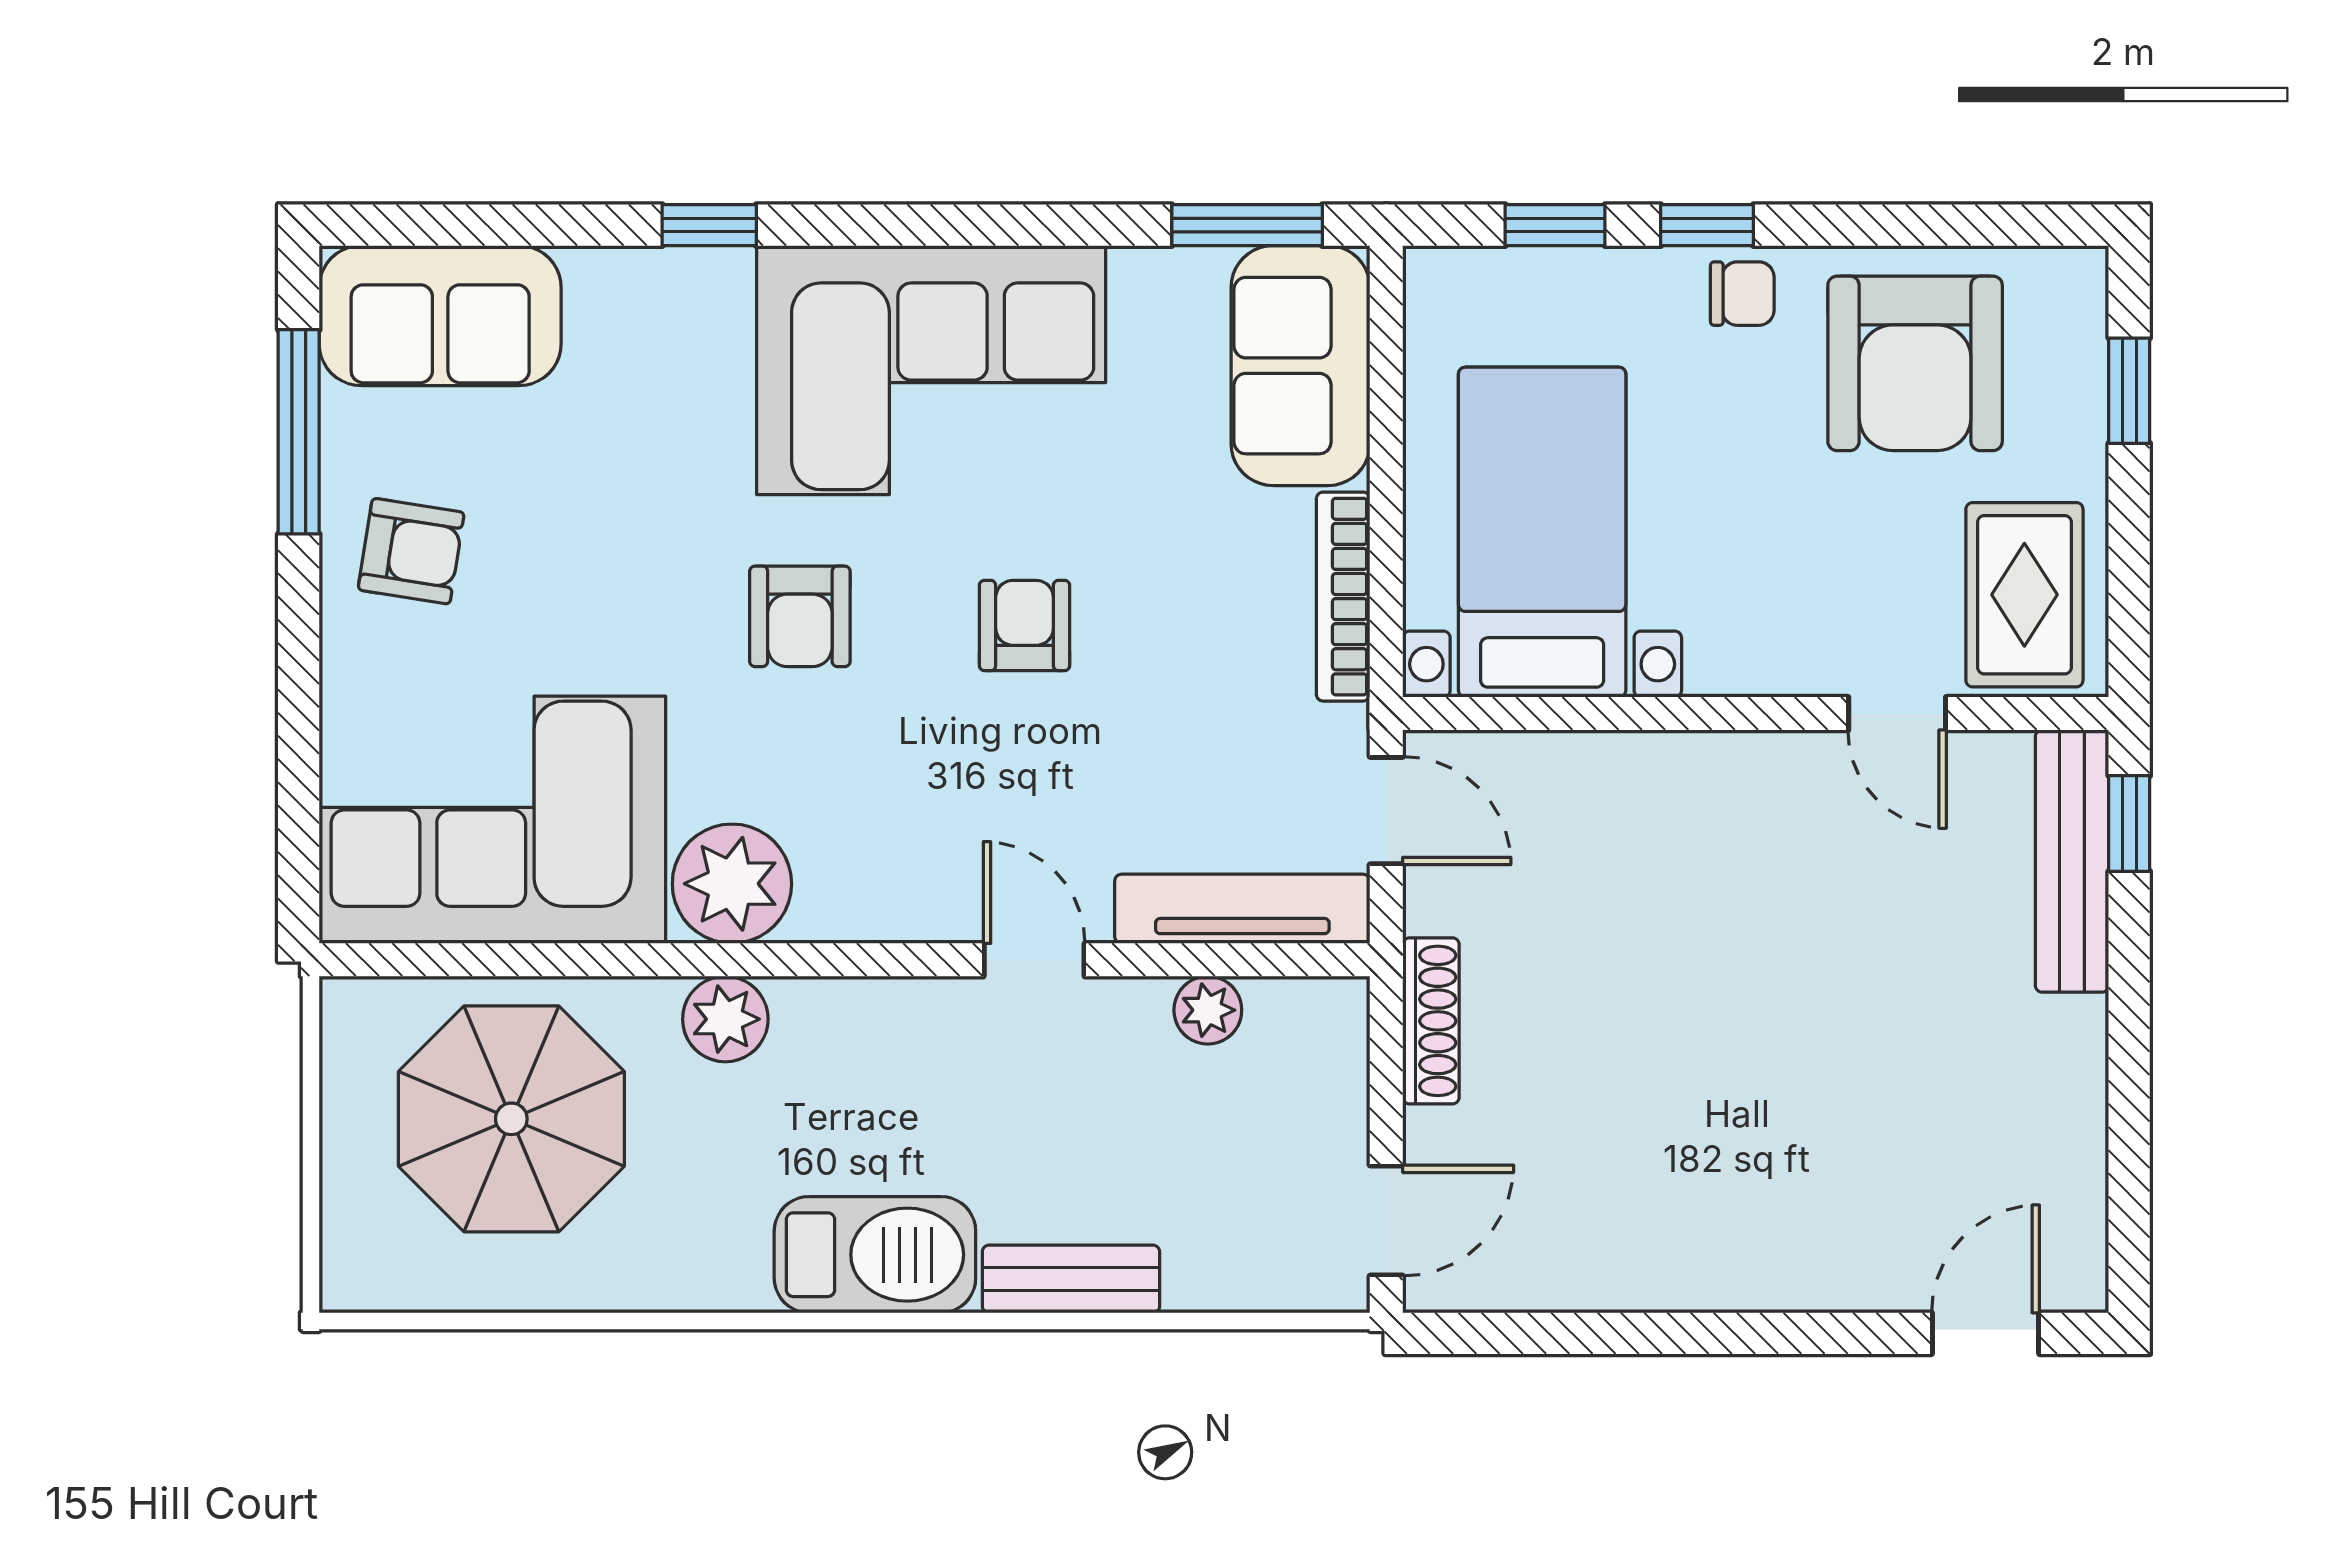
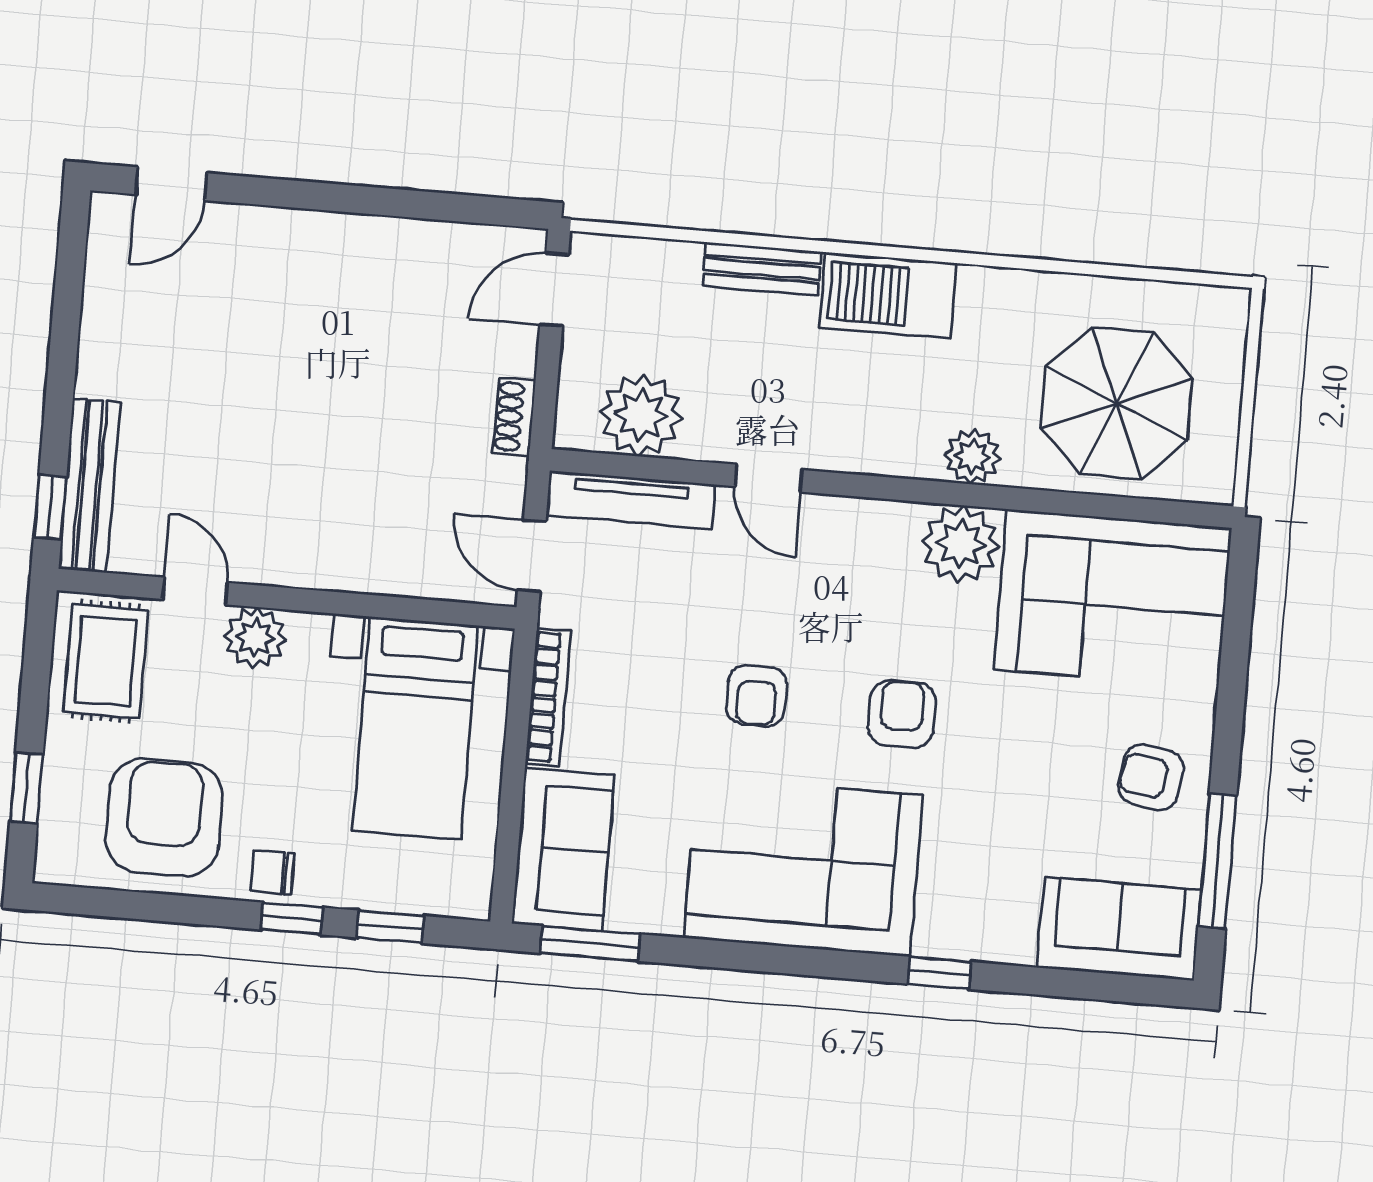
plant: (1799, 650) -> (255, 638), added
plant: (1208, 1010) -> (641, 415), width x1.87, depth x1.87
shoe rack: (1431, 1021) -> (514, 417), width x0.70

